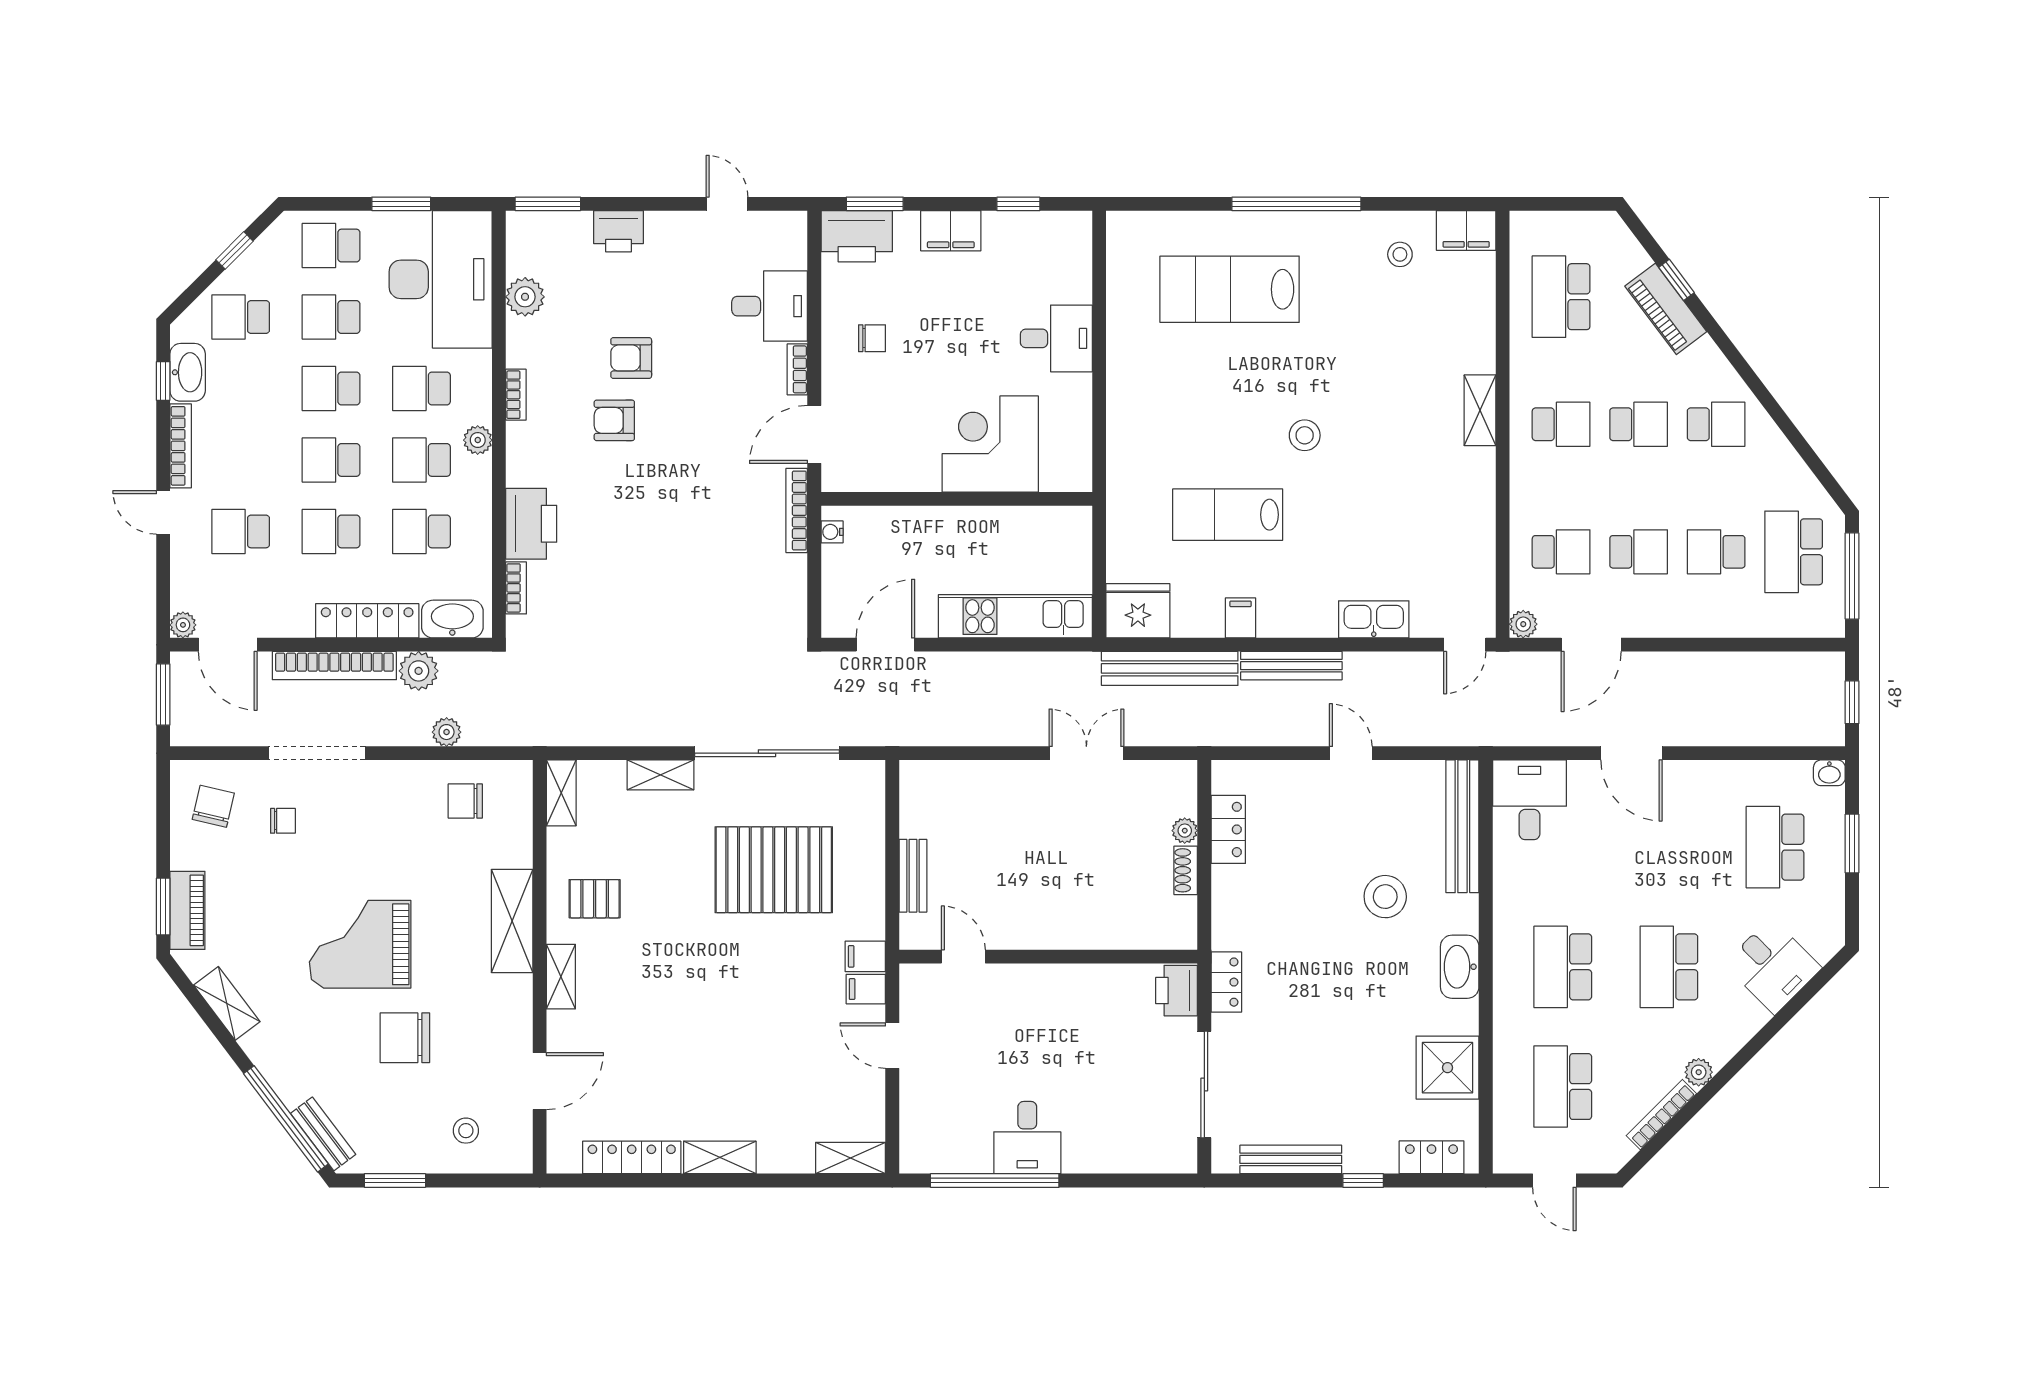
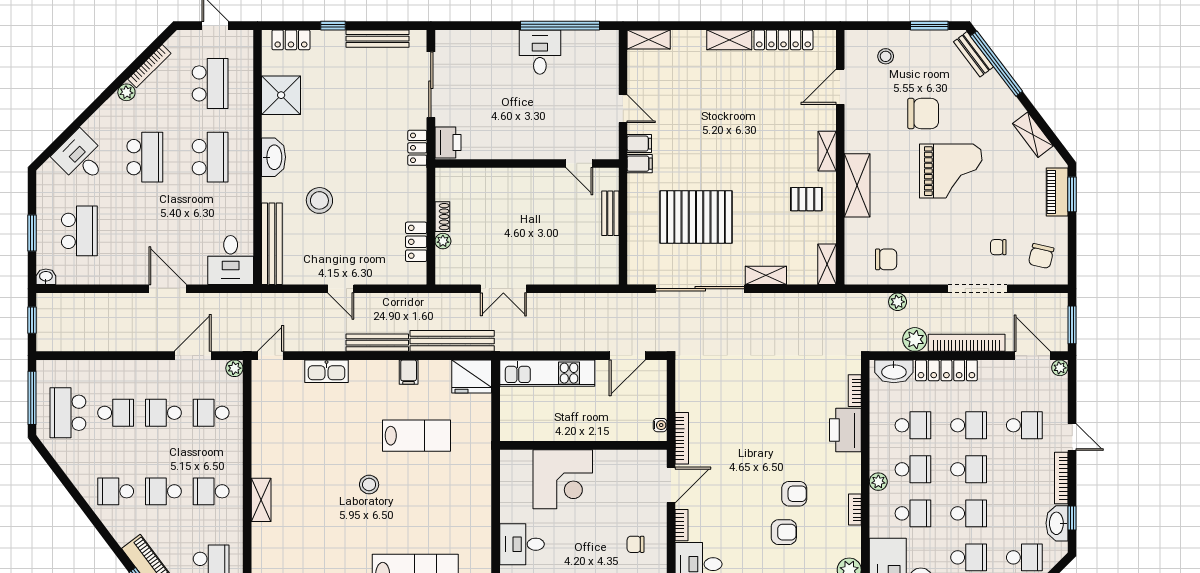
school desk: (1794, 552) -> (68, 413), turned 180

